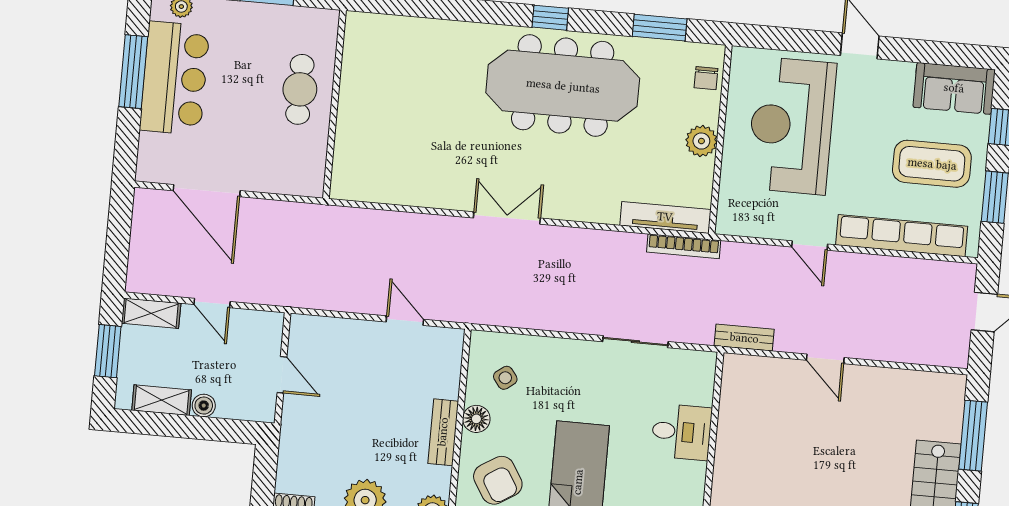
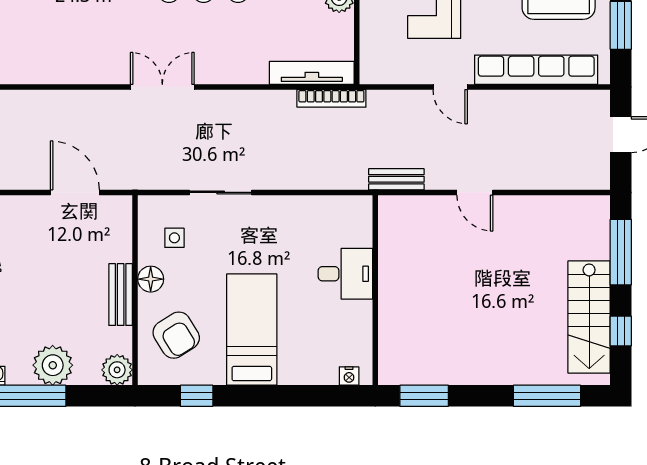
door: (405, 321) -> (75, 192), width x1.38
sliding door: (635, 342) -> (221, 192), moved
side table: (505, 378) -> (174, 238), turned 37

